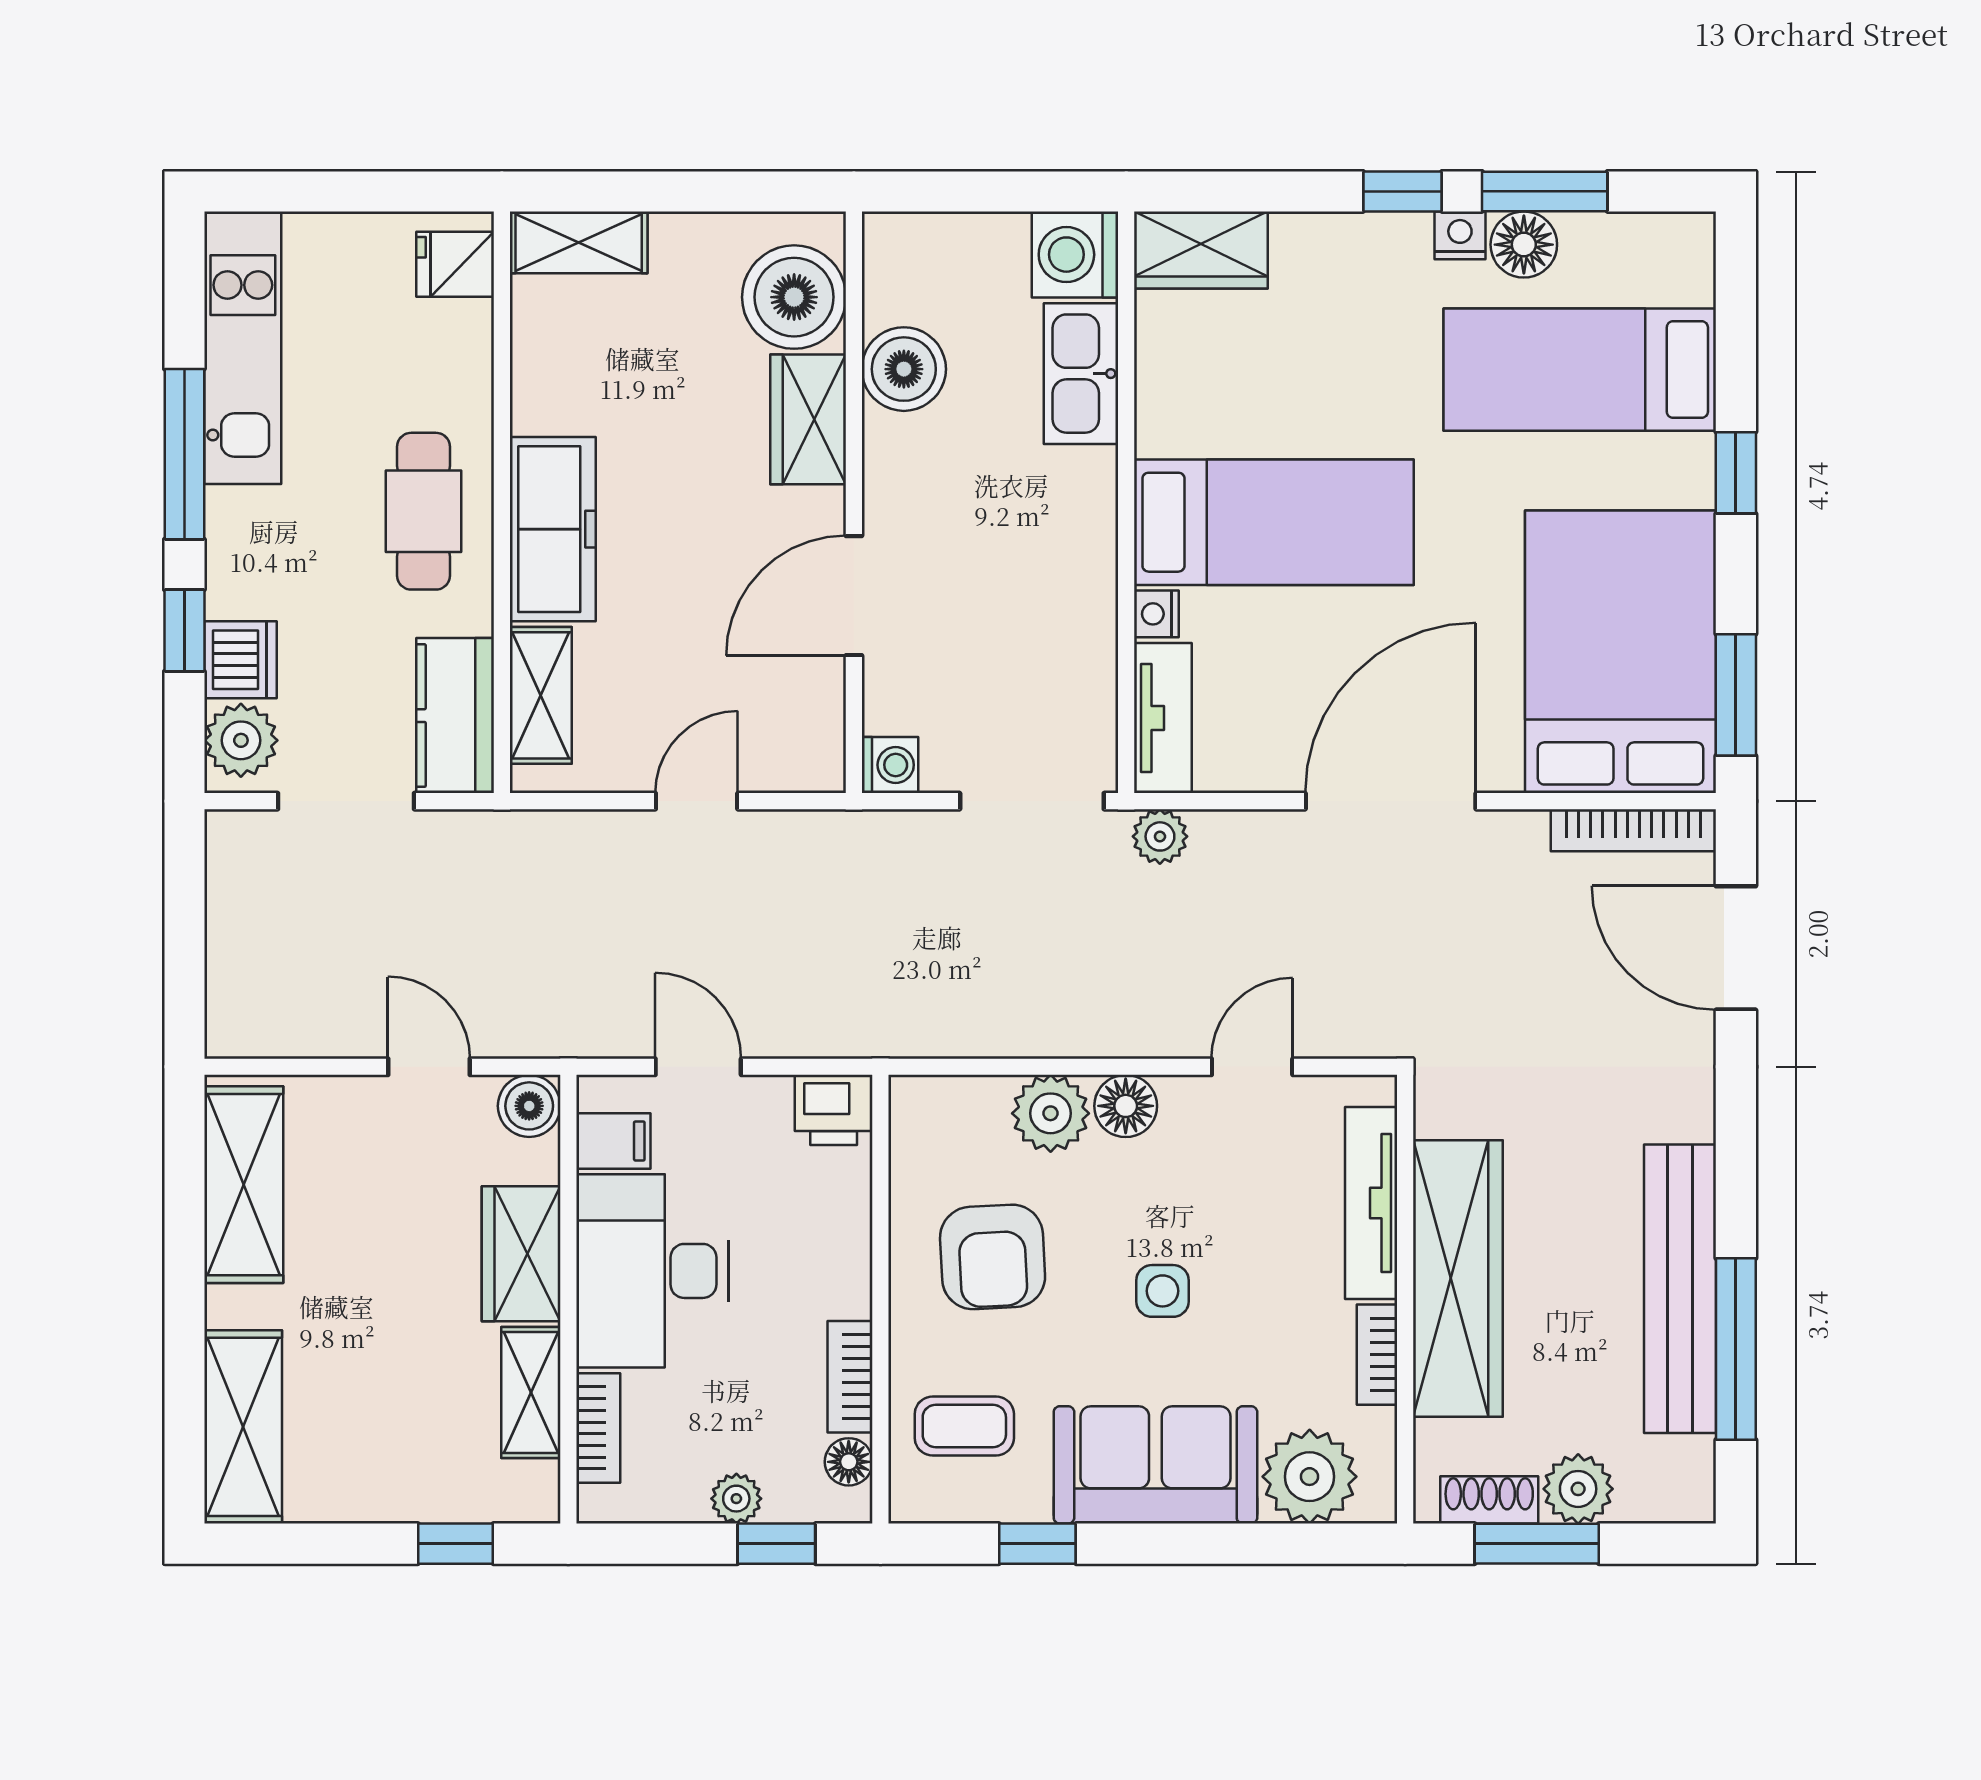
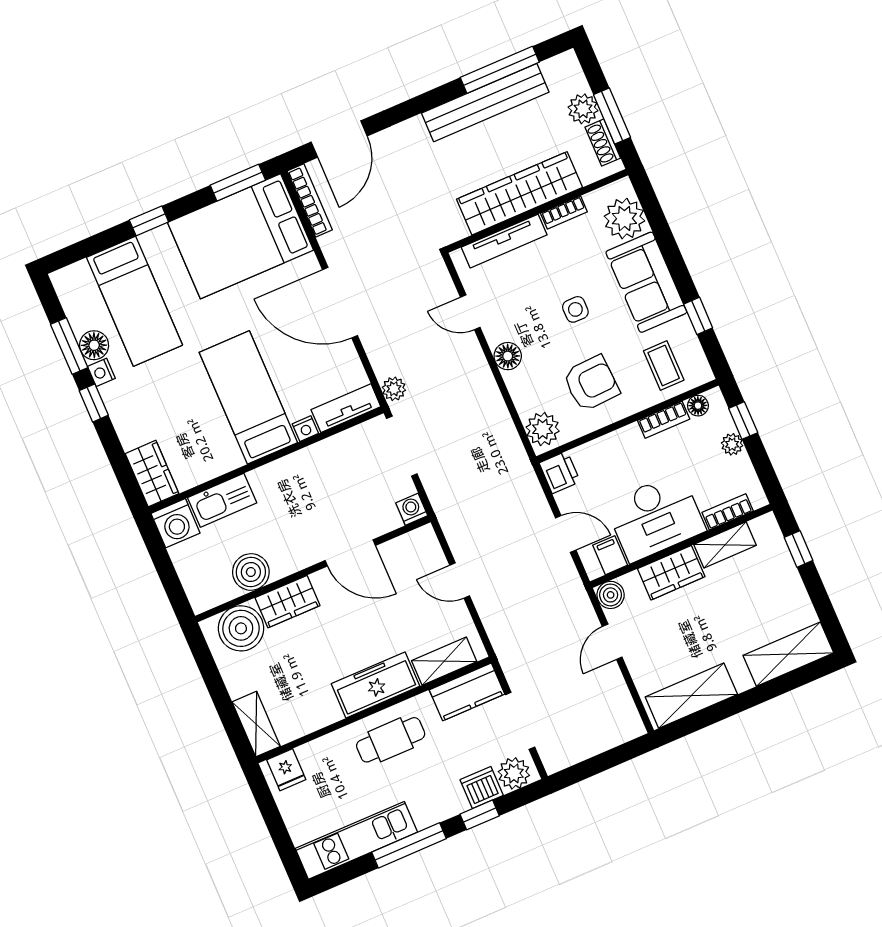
door: (698, 1067) -> (566, 534), swing flipped
plant: (1051, 1113) -> (543, 429), moved

